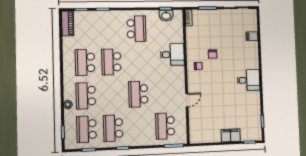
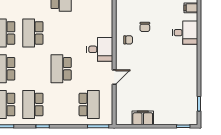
desk: (172, 55) -> (100, 49), moved
desk: (249, 80) -> (185, 33), moved
school desk: (165, 126) -> (89, 105), turned 180
filing cabinet: (231, 135) -> (143, 118), moved

